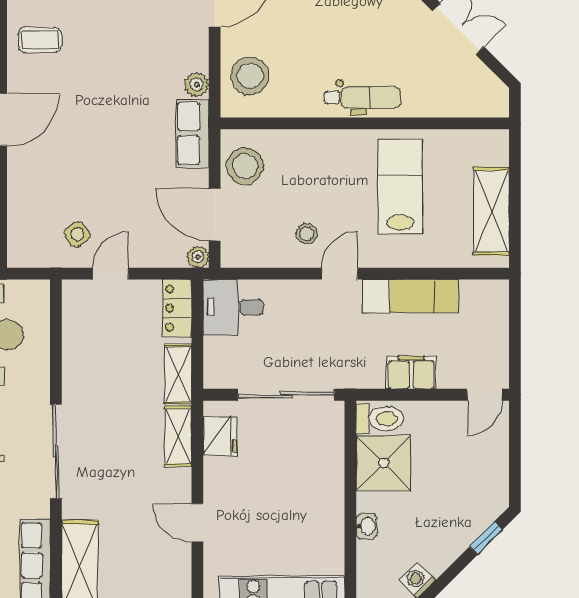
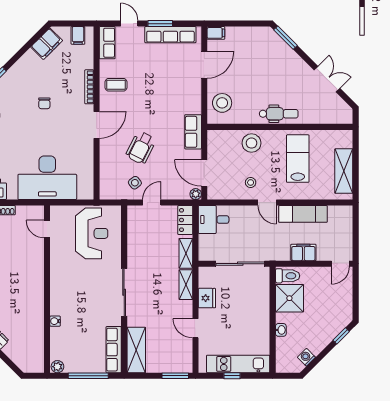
plant: (197, 84) -> (195, 107), removed
wheelchair: (89, 165) -> (141, 148), added
stool: (245, 166) -> (252, 143), moved
door: (340, 274) -> (267, 203), swing flipped
fridge: (220, 436) -> (207, 298), moved

